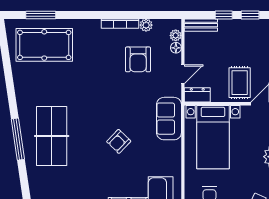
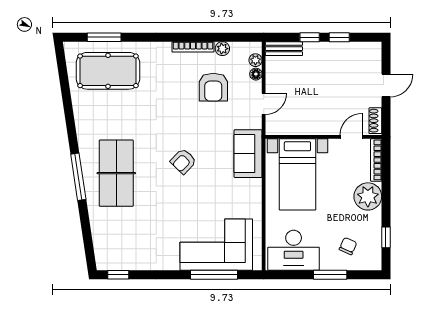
rug: (240, 83) -> (327, 113), removed
dresser: (197, 95) -> (280, 127), removed
armchair: (119, 141) -> (183, 161), moved

